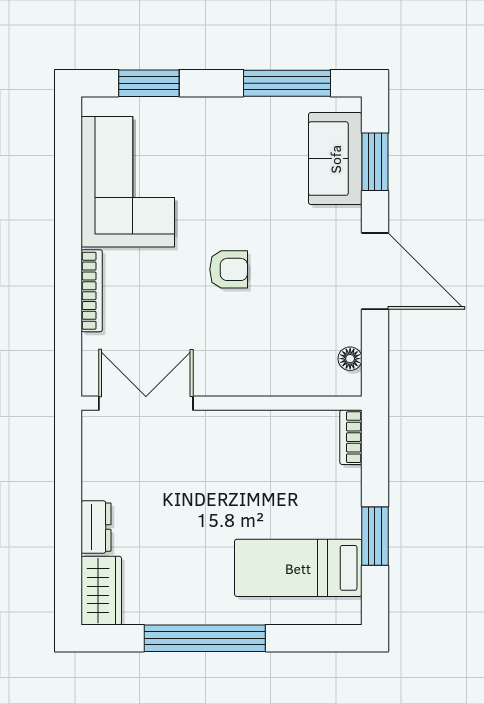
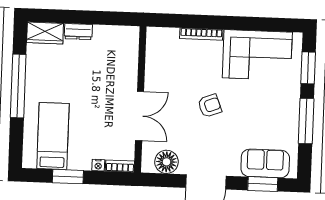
window: (287, 83) -> (306, 121), moved
armchair: (229, 269) -> (210, 106), turned -111
floor lamp: (350, 359) -> (166, 162), width x1.89, depth x1.89
double door: (146, 403) -> (140, 116), moved
nightstand: (351, 479) -> (98, 165), added

